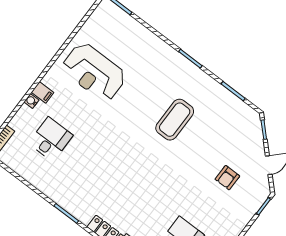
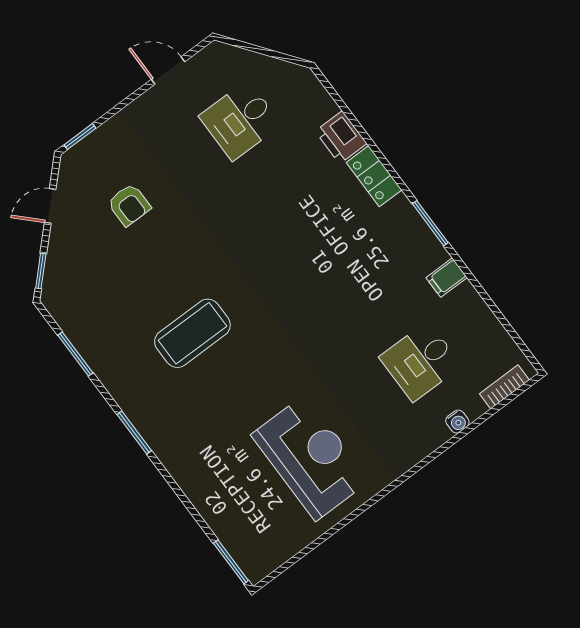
filing cabinet: (42, 92) -> (447, 278), moved, turned -90
water cooler: (31, 101) -> (457, 422), moved
armchair: (227, 178) -> (129, 205), turned 90

